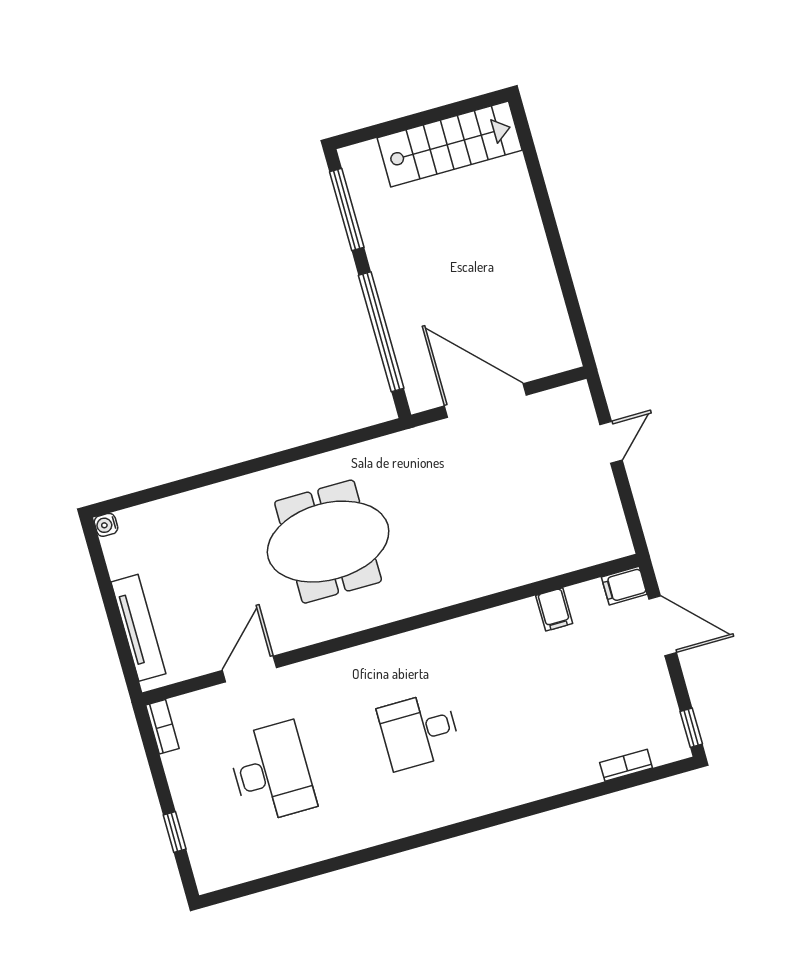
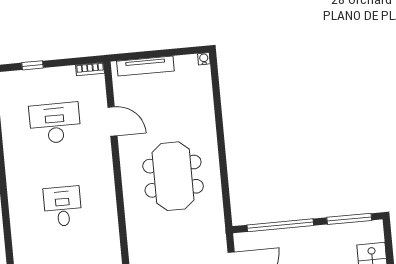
desk: (271, 772) -> (55, 123), turned 180

